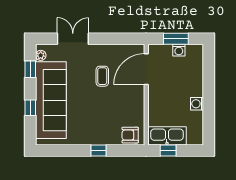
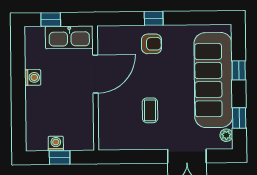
window: (176, 39) -> (60, 157), width x0.67
door: (146, 69) -> (95, 74), moved
armchair: (130, 135) -> (151, 44), moved
window: (168, 150) -> (51, 20), moved

